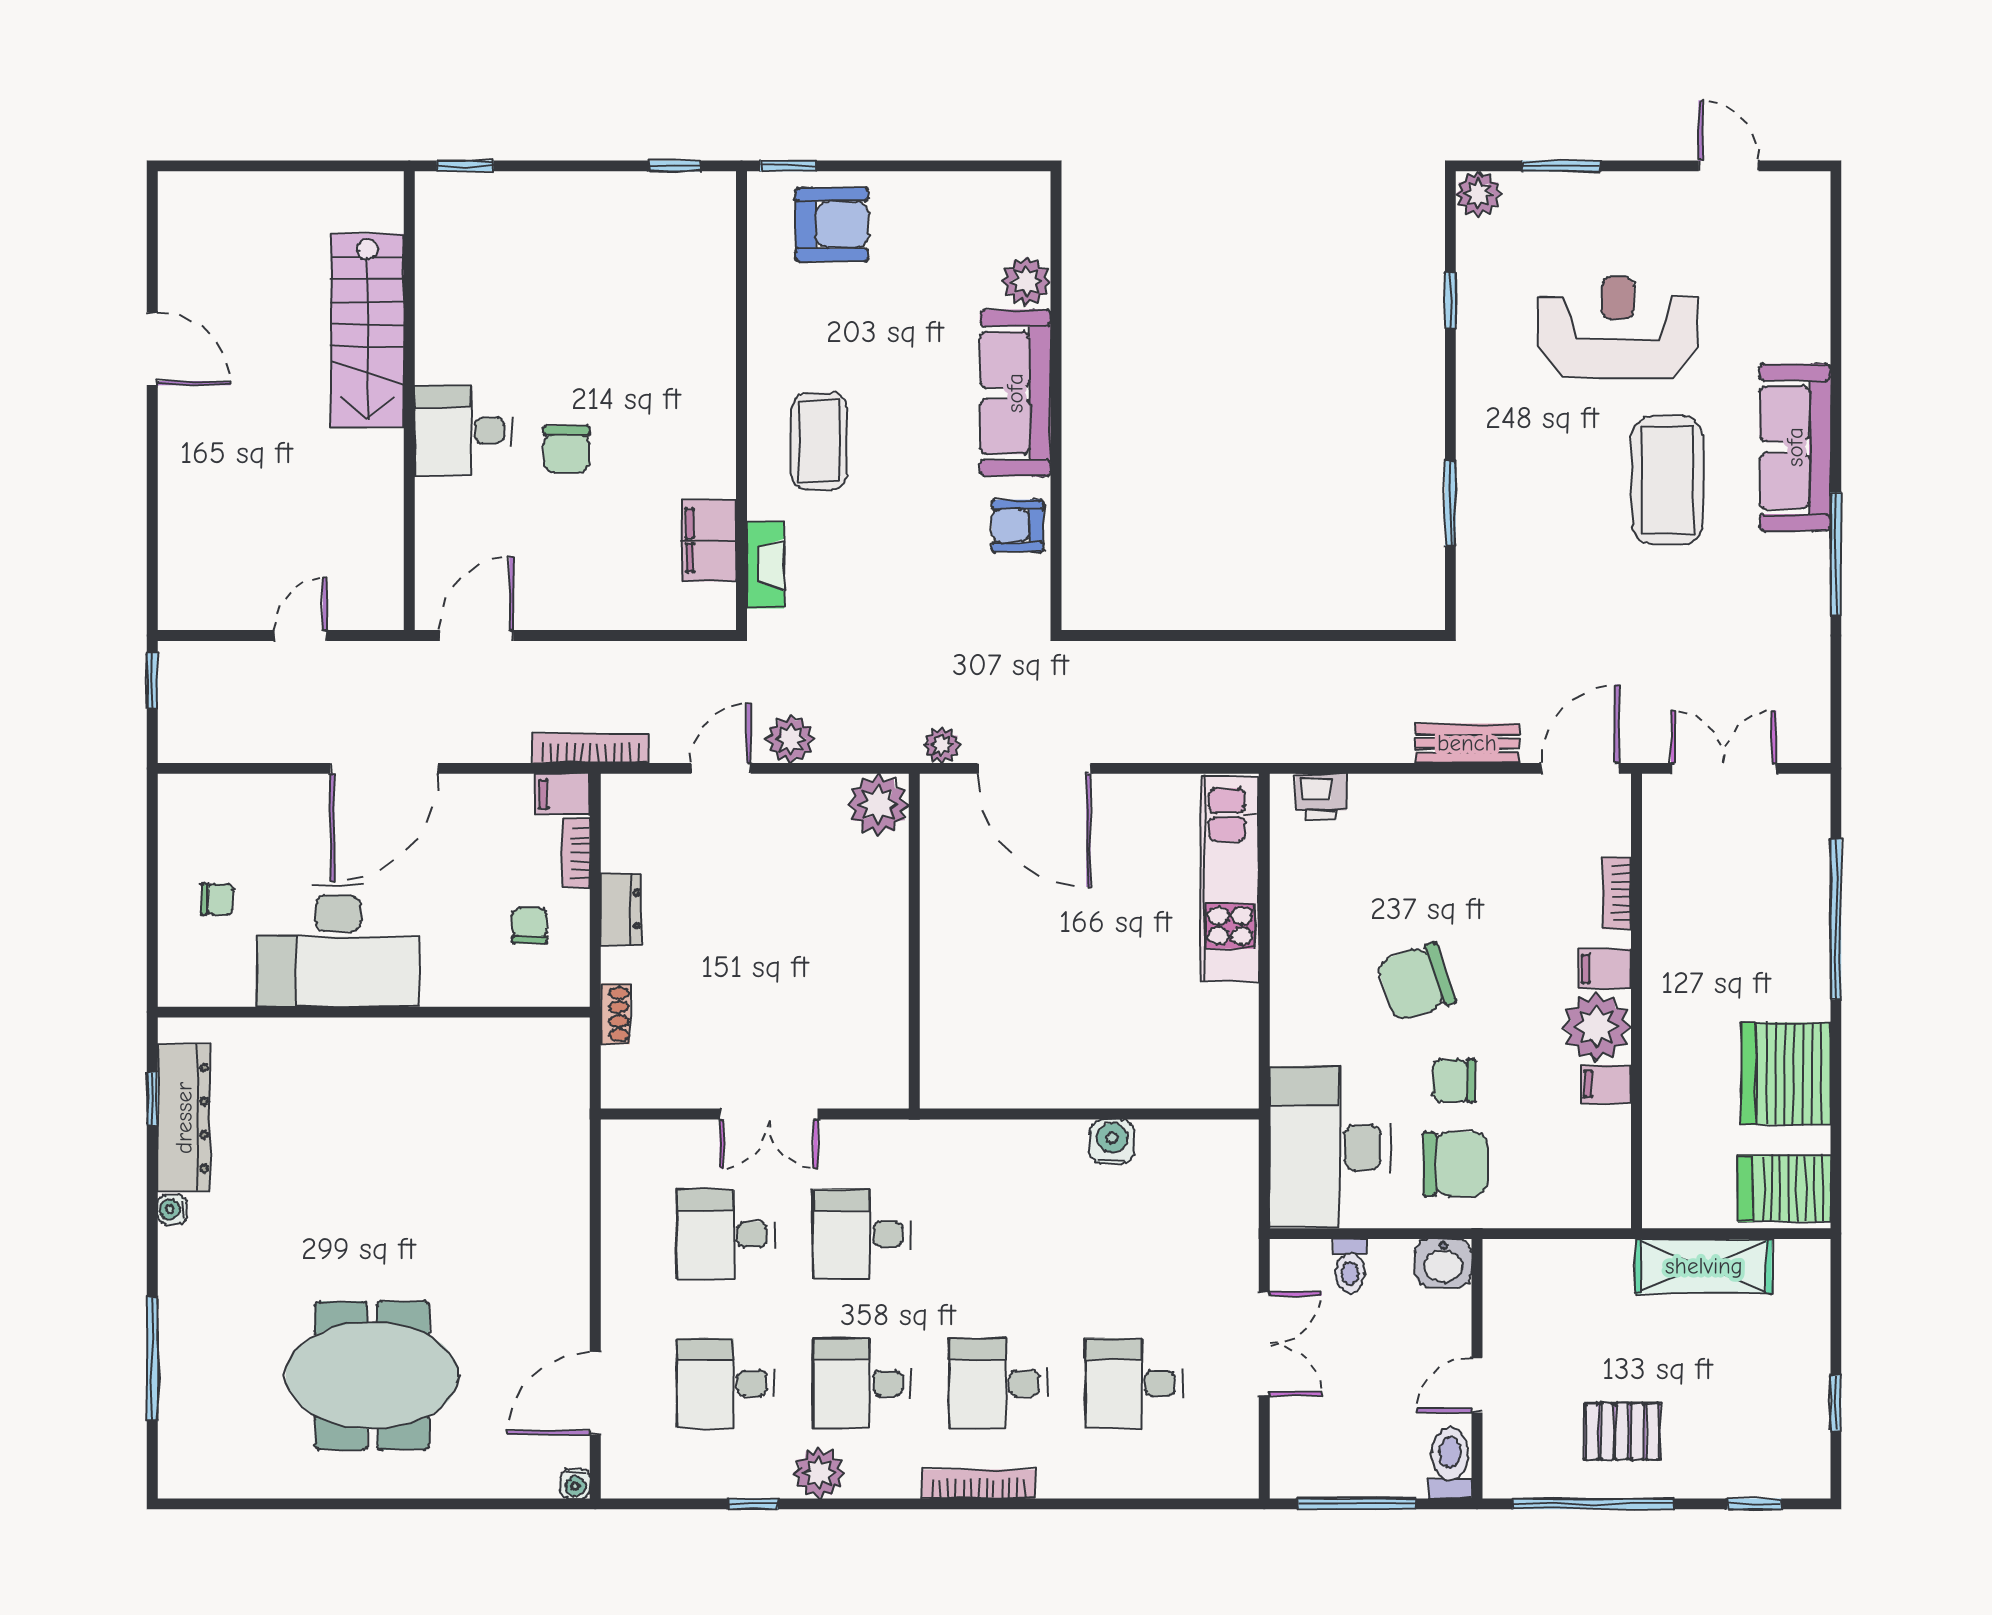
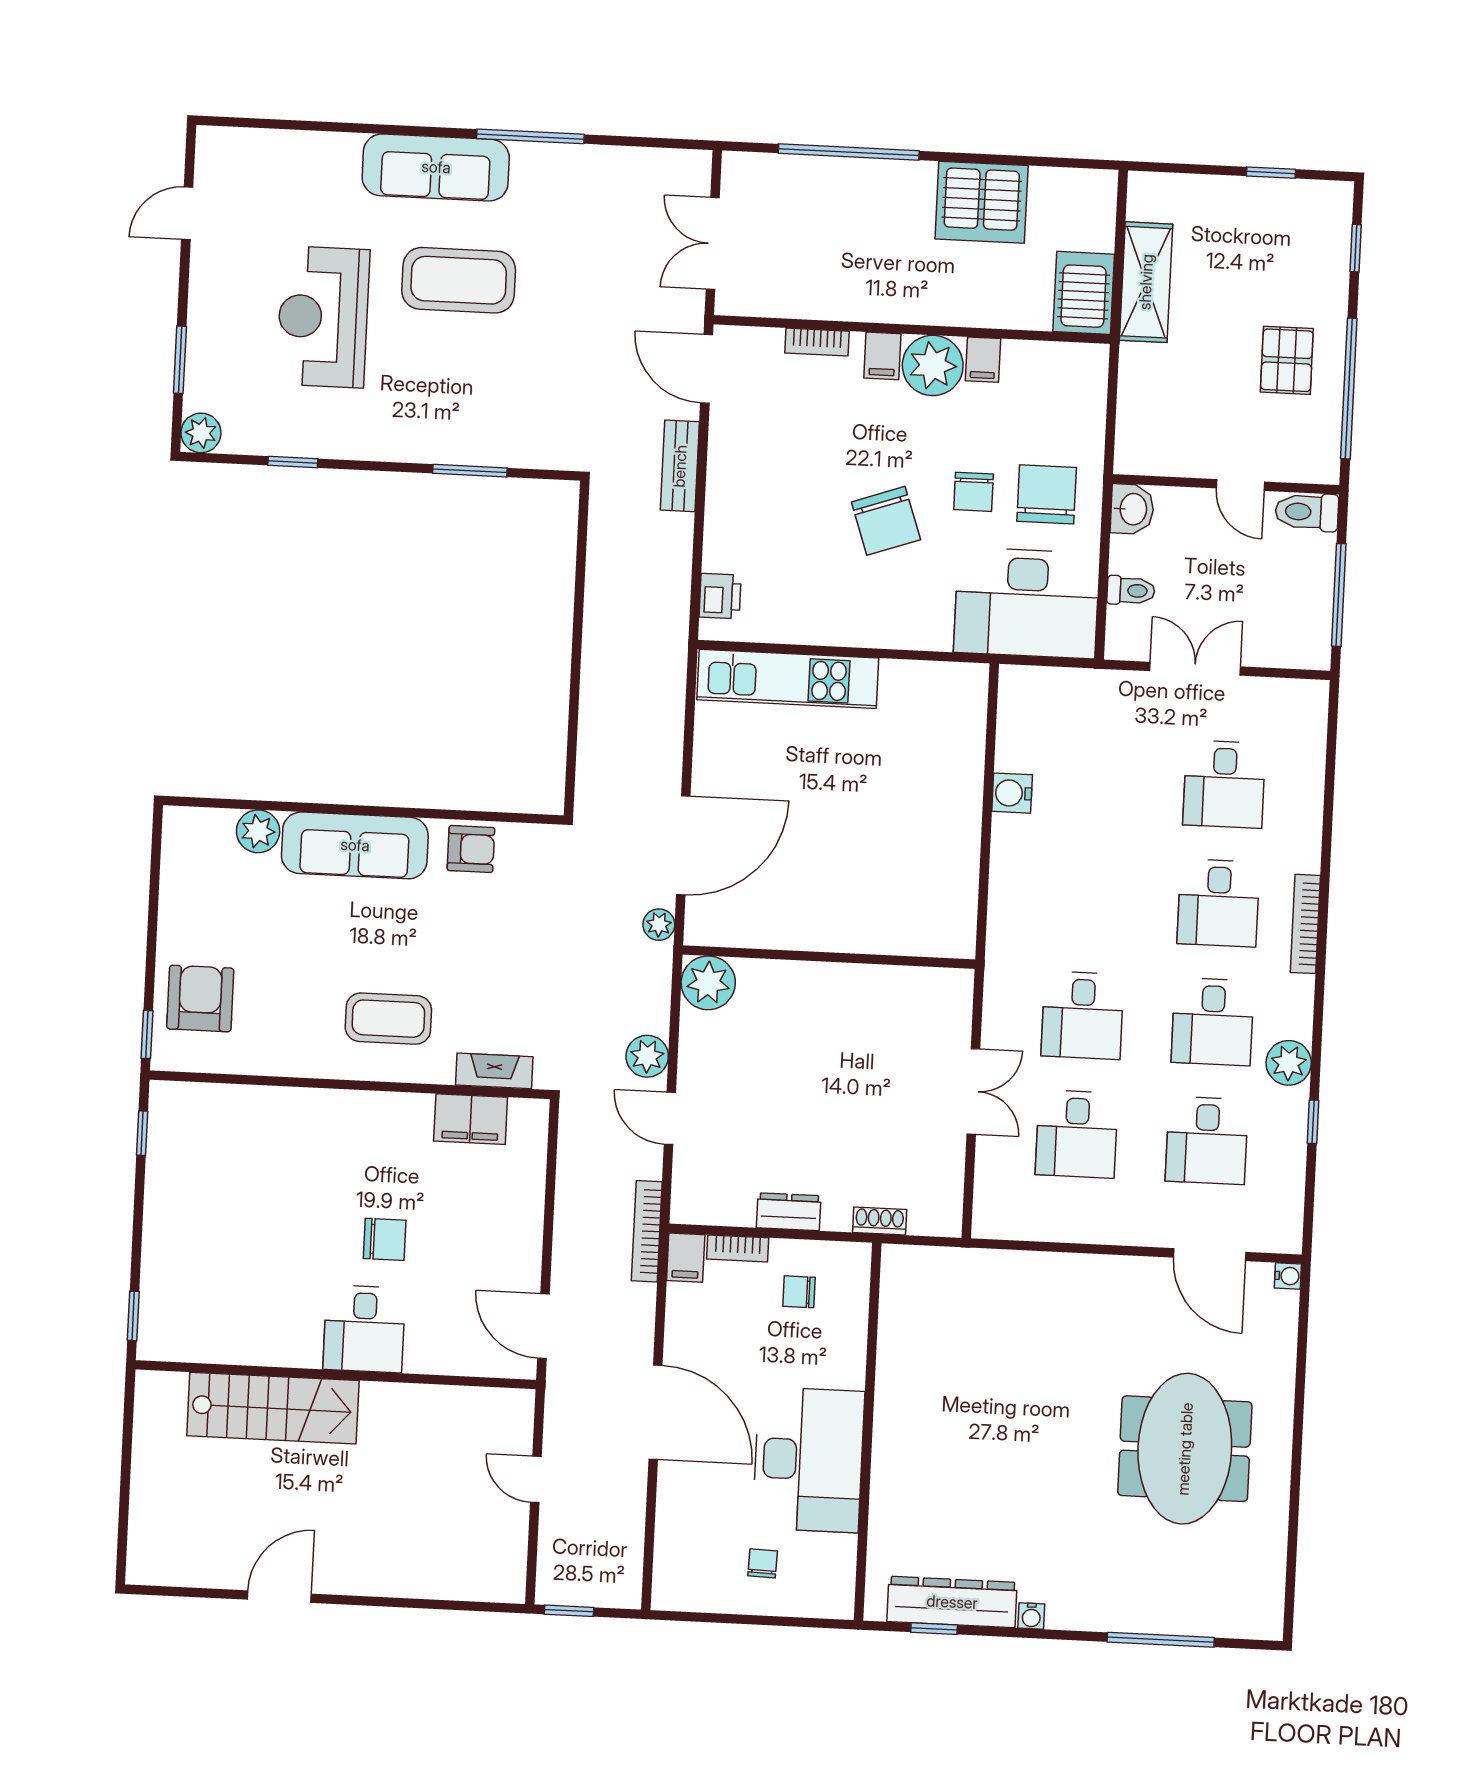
armchair: (1018, 526) -> (471, 849), turned -90
server rack: (1784, 1189) -> (1084, 293), moved, turned 180

